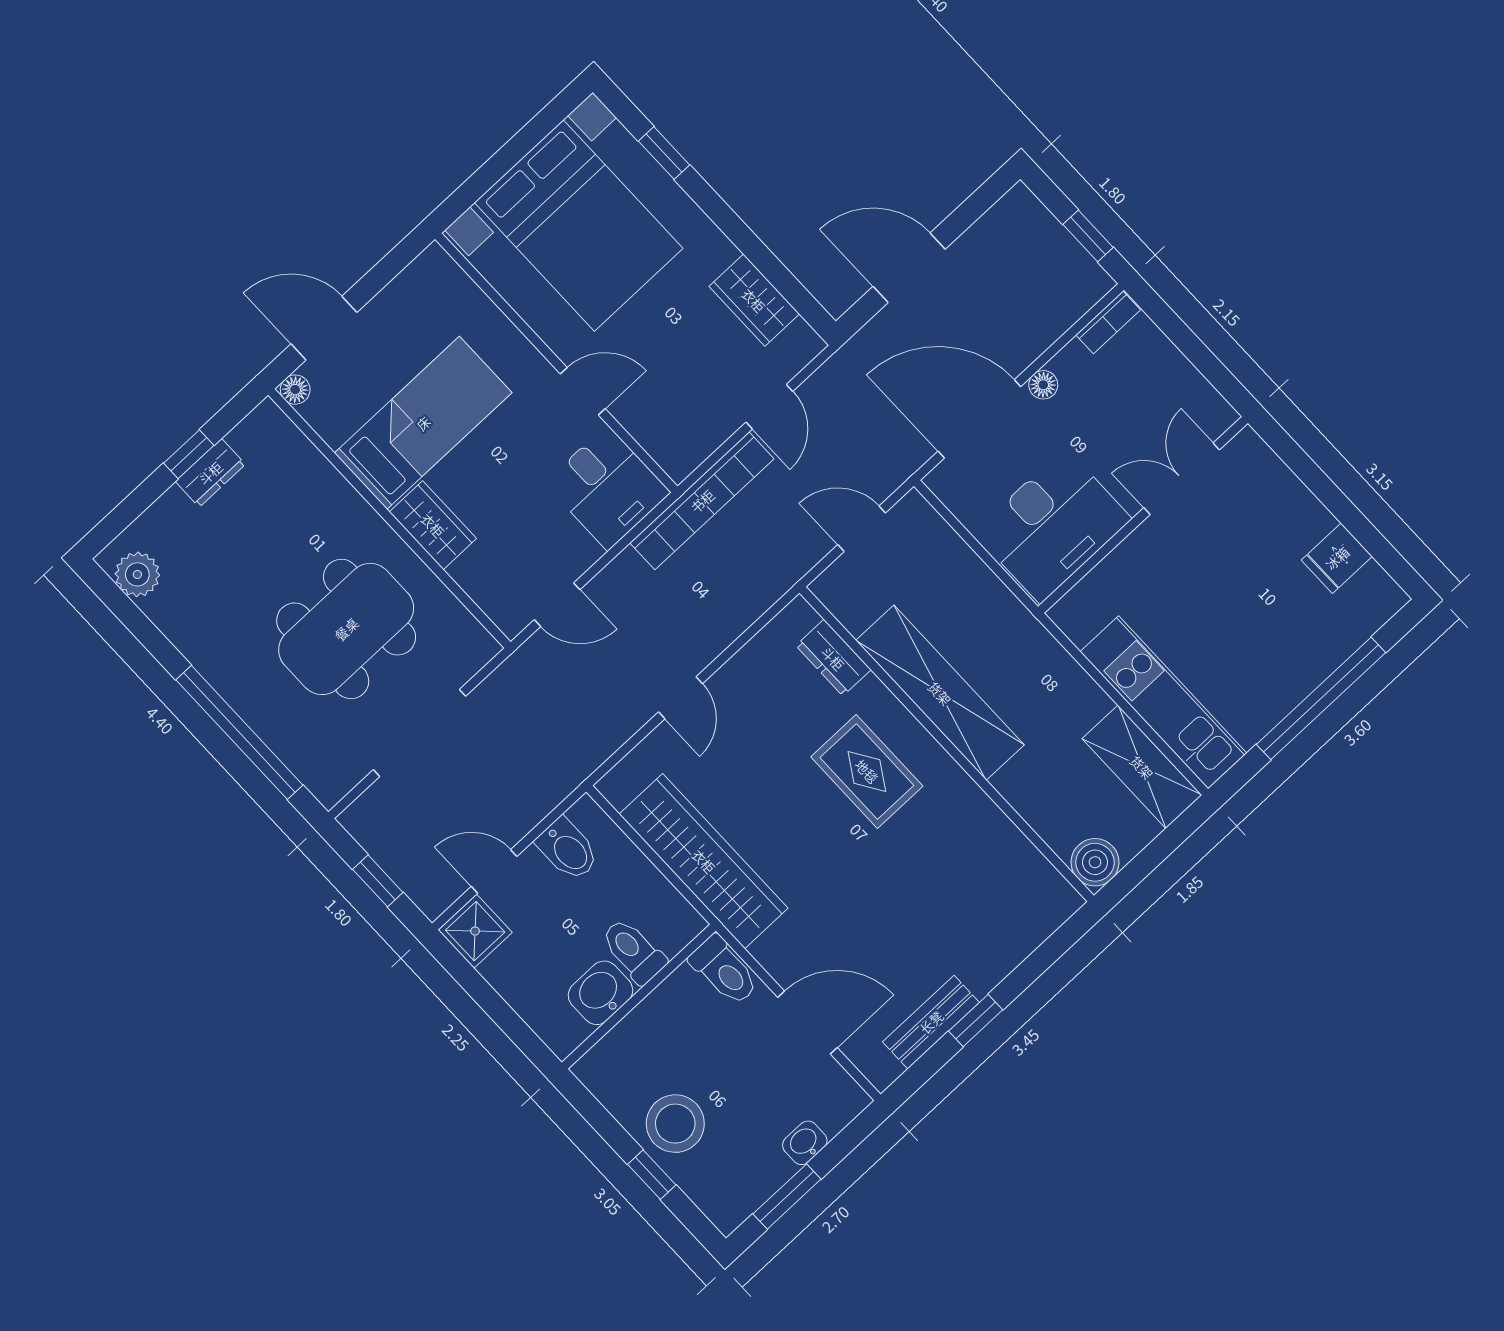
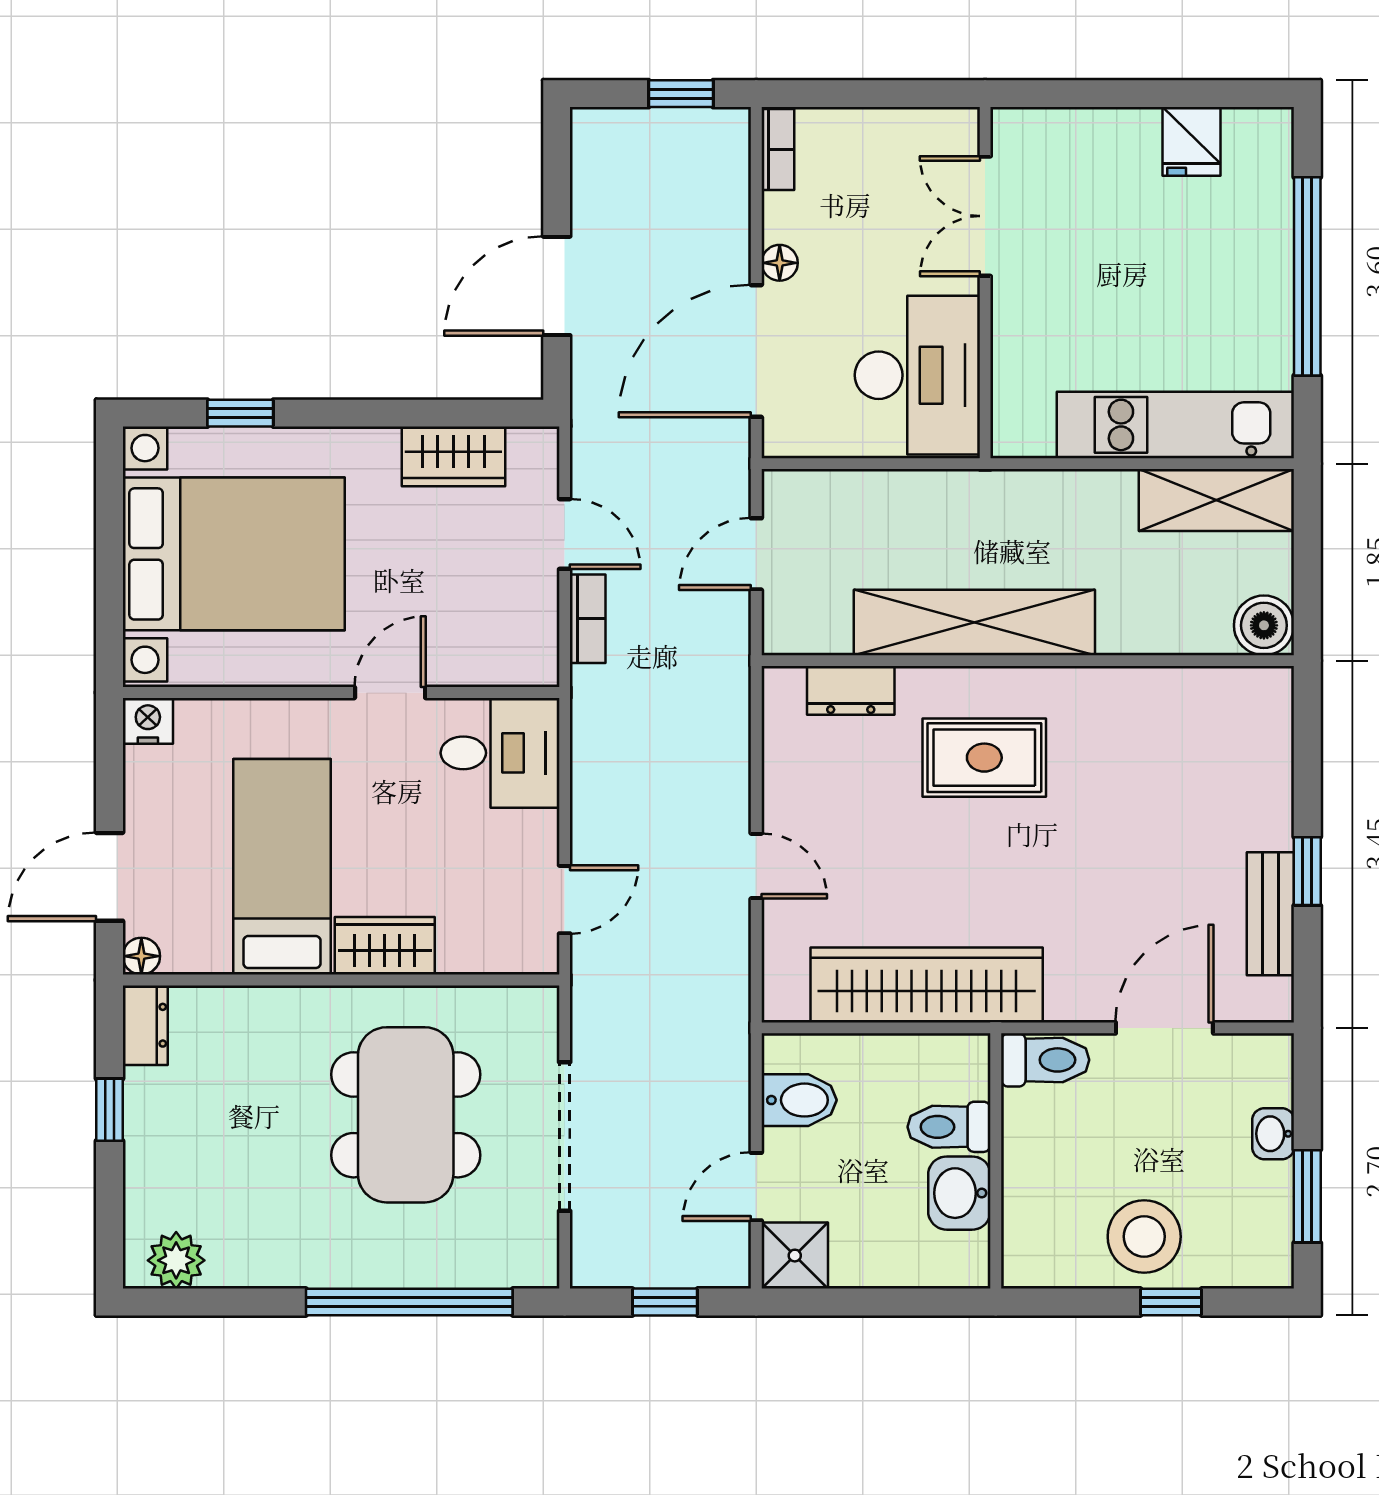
nightstand: (435, 266) -> (148, 721), added
dresser: (210, 473) -> (145, 1025), moved
bookcase: (702, 501) -> (588, 619), width x0.43, depth x0.76

